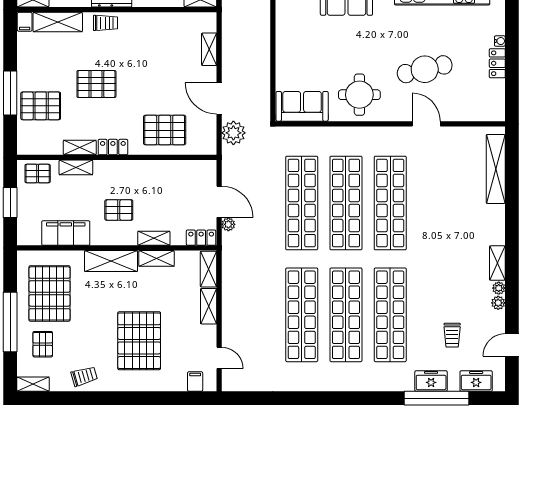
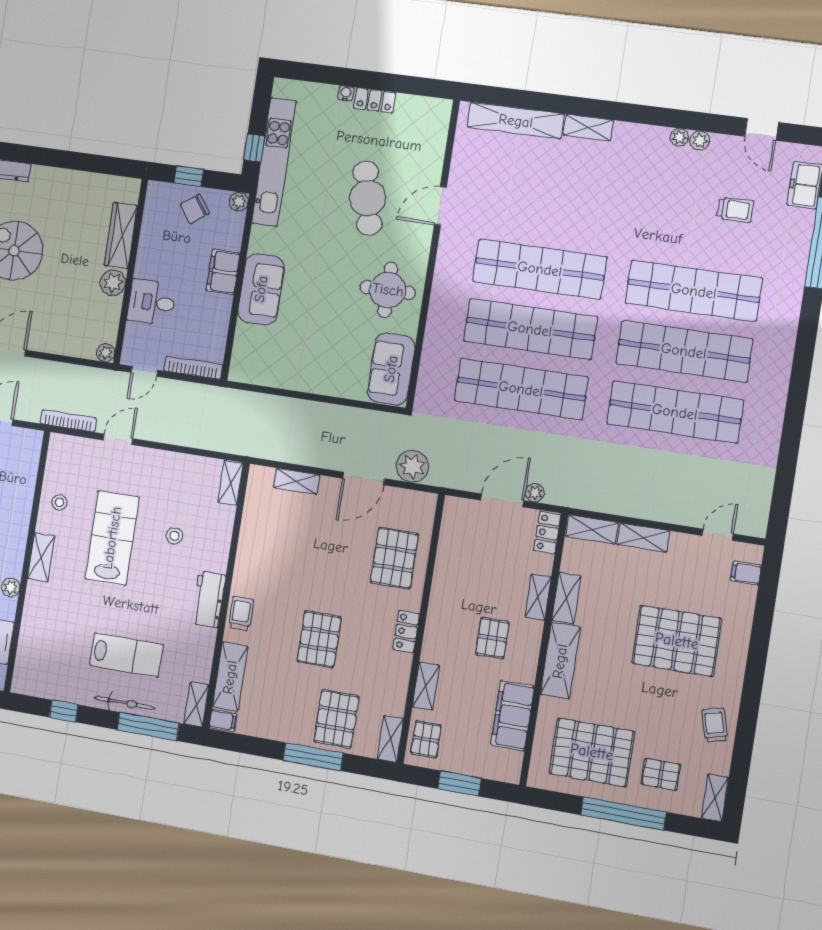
shelving: (80, 148) -> (390, 739), moved
shelving: (497, 263) -> (588, 128), moved
freezer: (431, 381) -> (795, 247), removed

